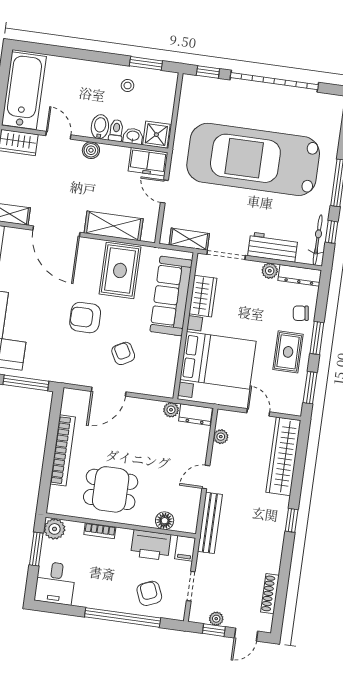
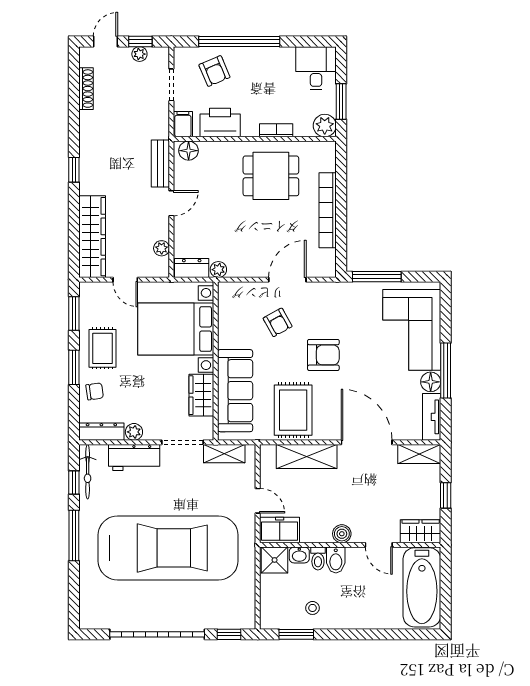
floor lamp: (165, 521) -> (189, 151), moved
bench: (210, 523) -> (160, 164), width x0.73

